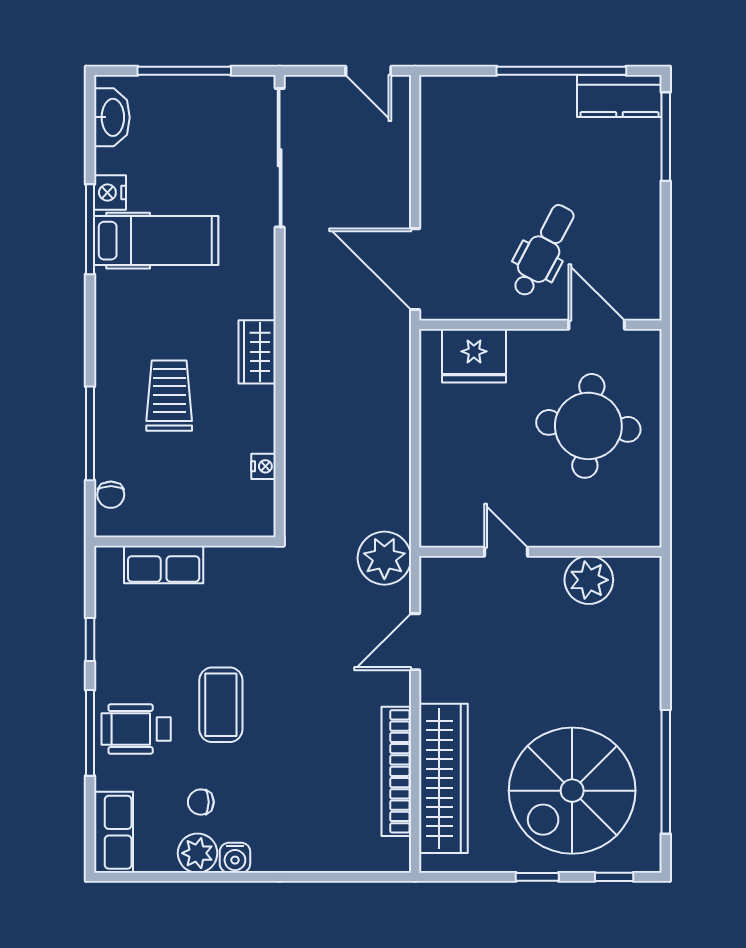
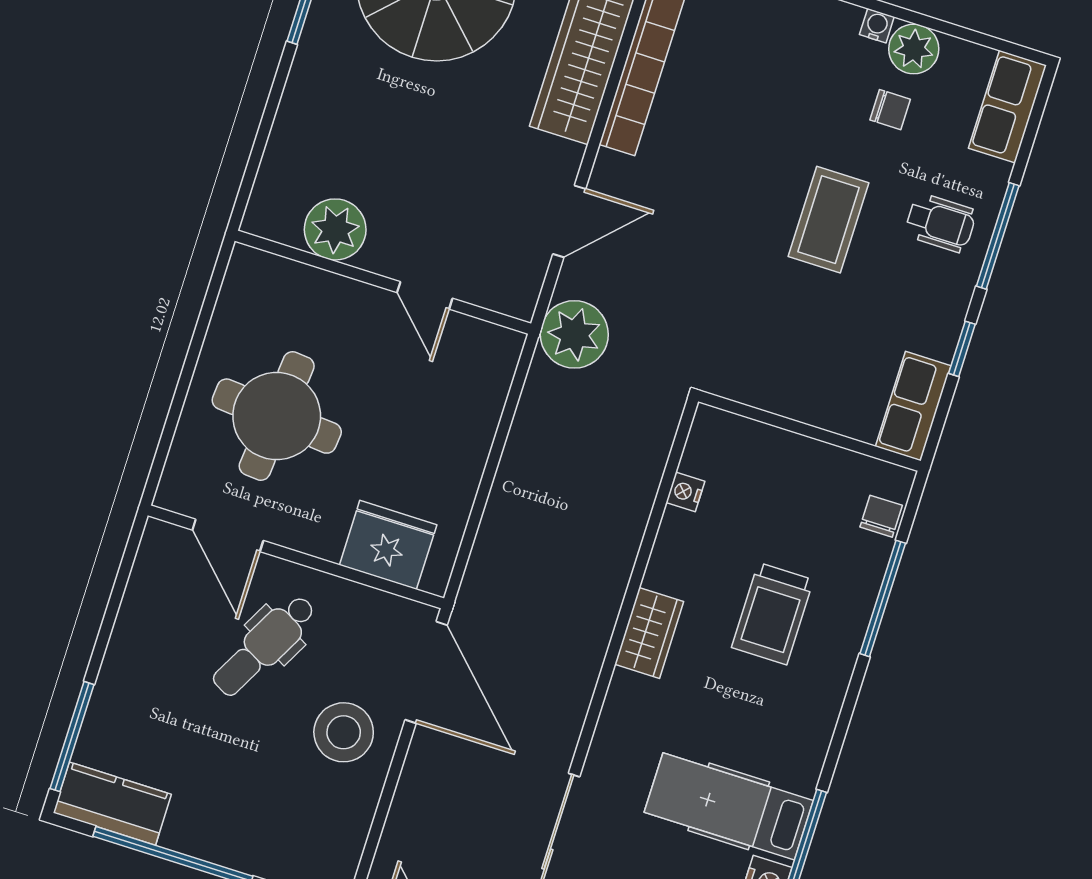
stool: (463, 204) -> (344, 732), added
row of seats: (164, 564) -> (913, 406), moved, turned -90
wheelchair: (136, 729) -> (940, 223), width x0.73, depth x0.73
water cooler: (235, 858) -> (877, 26), width x0.72, depth x0.72

